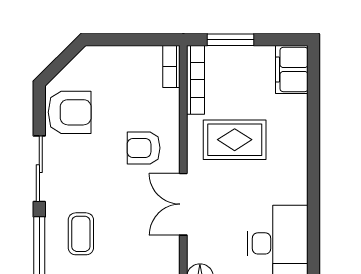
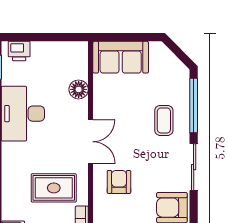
armchair: (144, 148) -> (119, 182), turned -90

